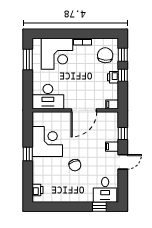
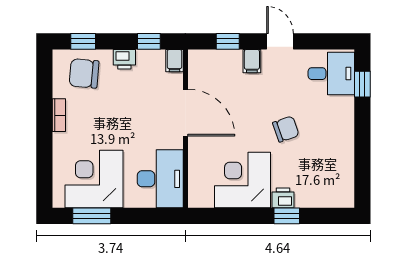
corner desk: (57, 54) -> (94, 179), moved, turned -90
window: (123, 75) -> (149, 41), moved
window: (28, 154) -> (287, 216), moved
printer: (37, 190) -> (283, 198), moved

